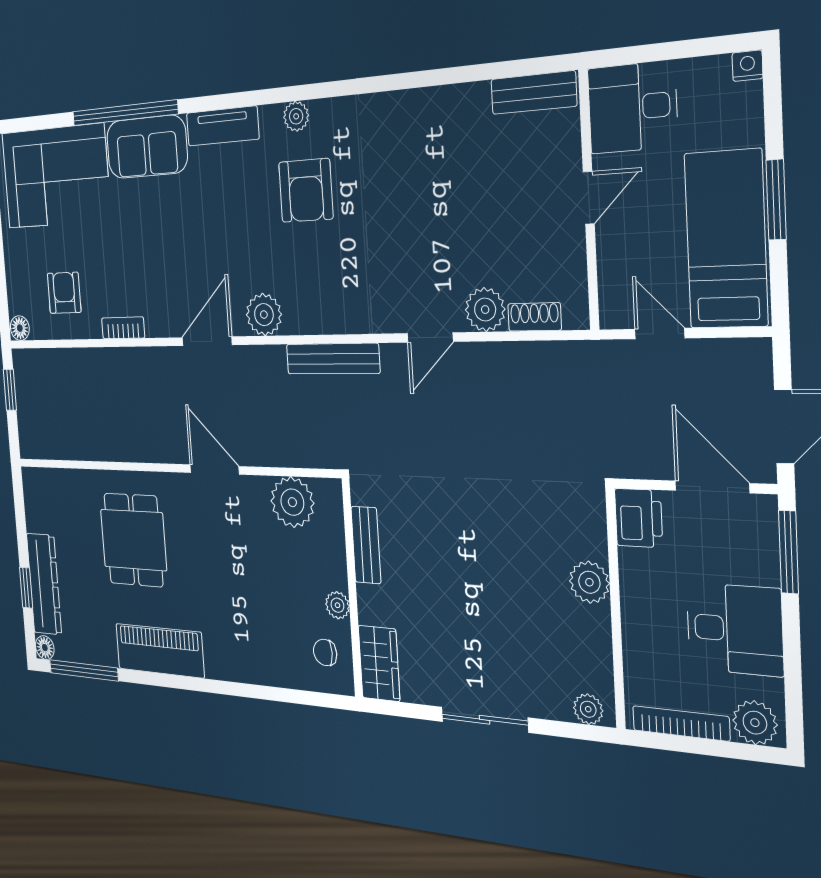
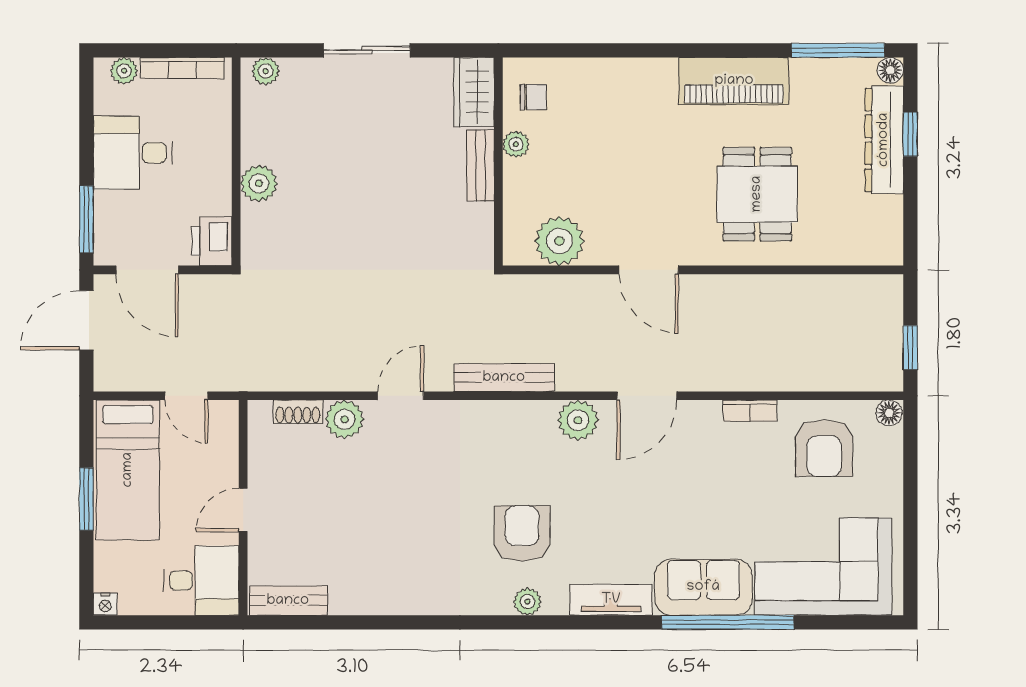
armchair: (64, 293) -> (824, 448), width x1.38, depth x1.38
bench: (366, 545) -> (480, 165), moved
plant: (755, 723) -> (124, 71), width x0.73, depth x0.73

